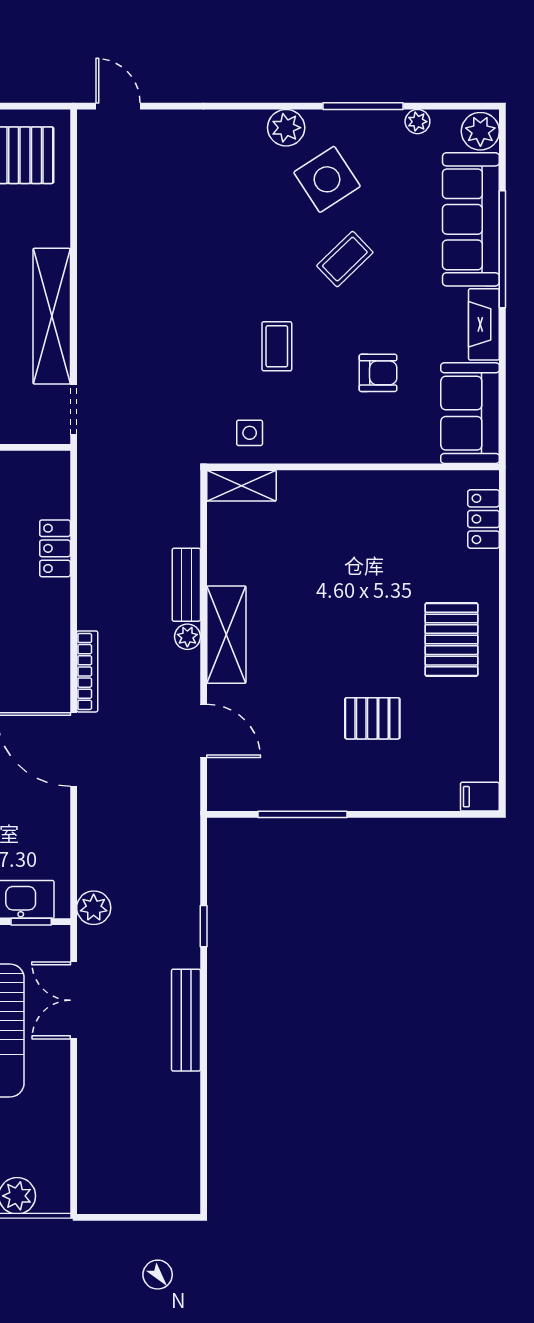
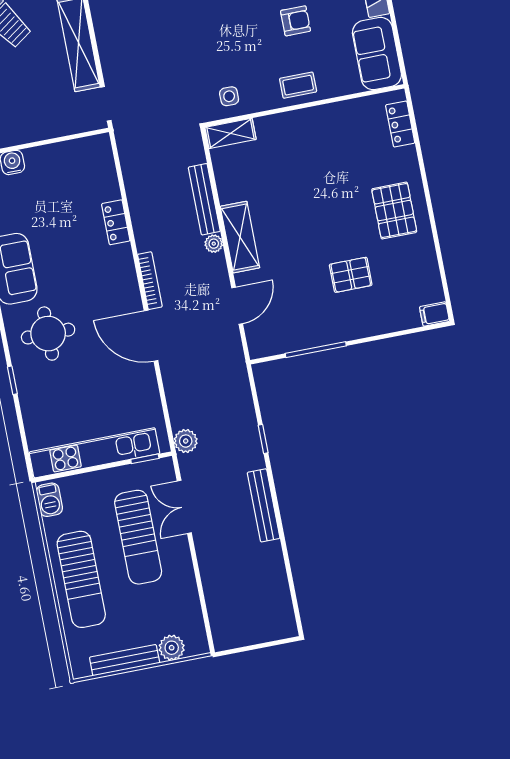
coffee table: (277, 346) -> (298, 85), moved, turned 90
armchair: (378, 373) -> (296, 21), moved
locker: (55, 548) -> (116, 222), moved
bench: (186, 585) -> (204, 199), width x1.36
door: (204, 731) -> (237, 306), hinge flipped

